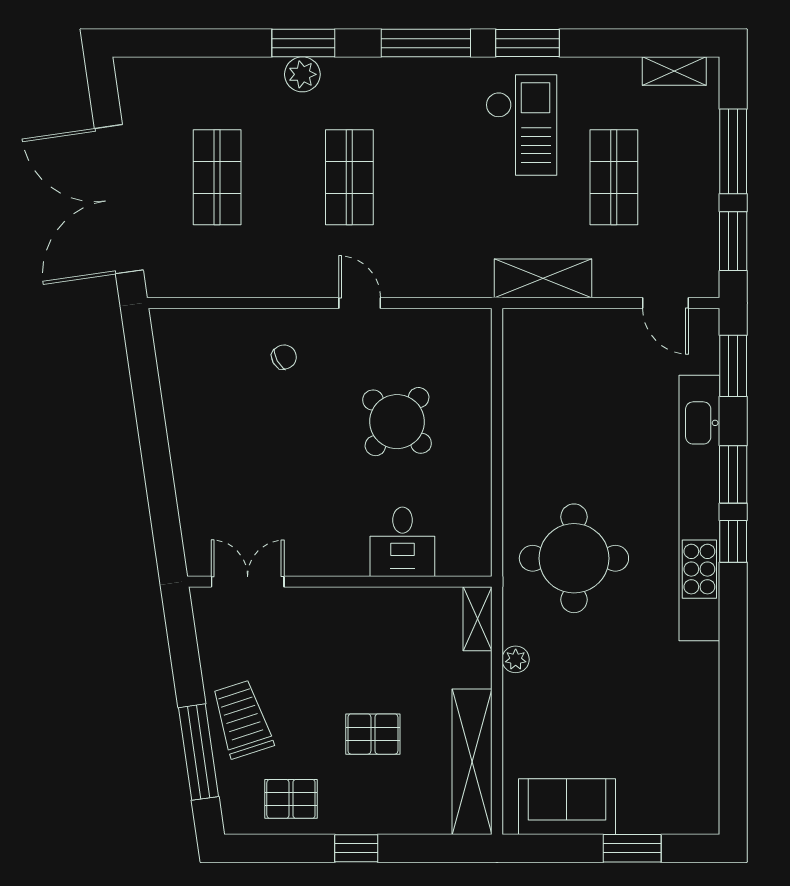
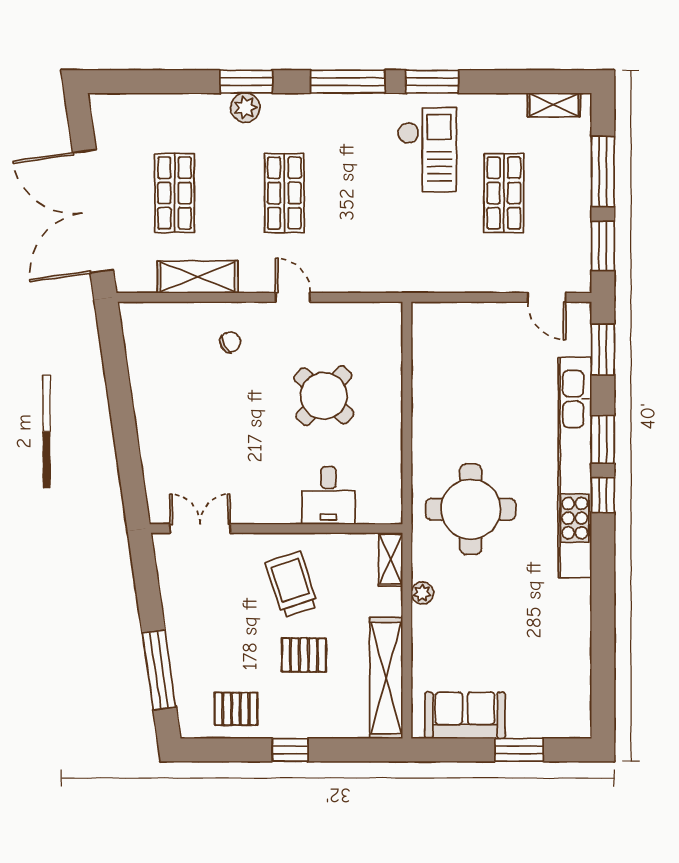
shelving: (543, 278) -> (198, 277), moved
trolley: (242, 719) -> (292, 584), moved

